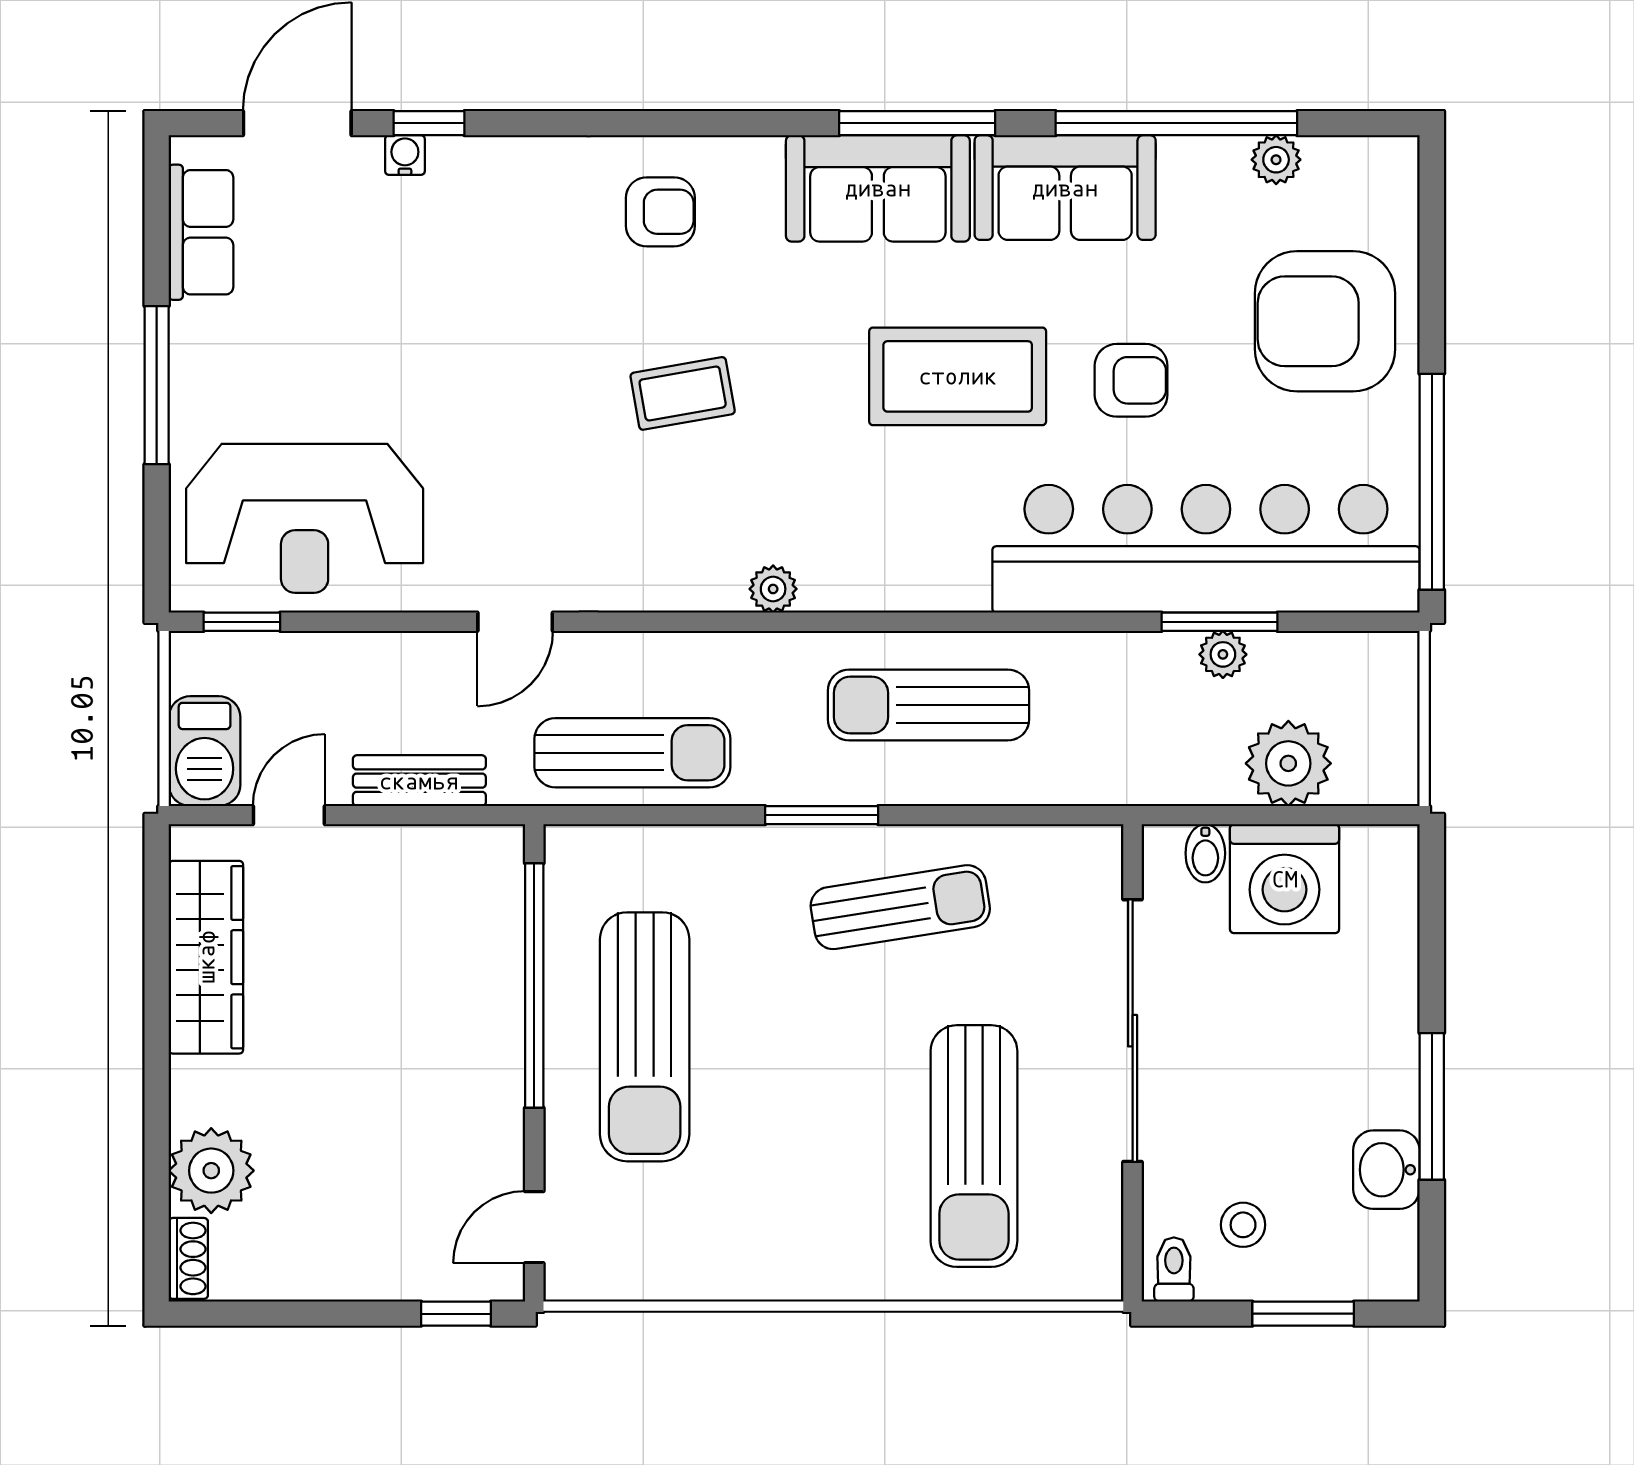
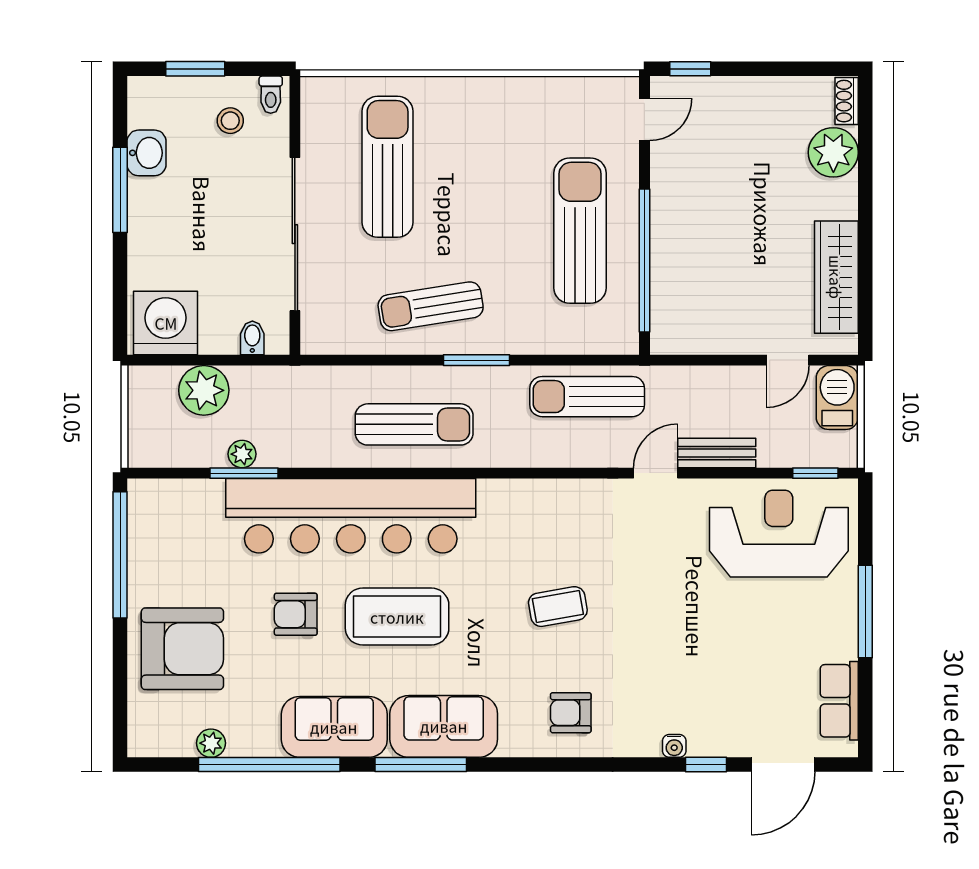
water cooler: (405, 155) -> (674, 746), moved
bar counter: (1206, 549) -> (351, 516), moved
plant: (773, 589) -> (505, 492), removed
bench: (419, 781) -> (717, 453), moved
washing machine: (1285, 879) -> (166, 323), moved

